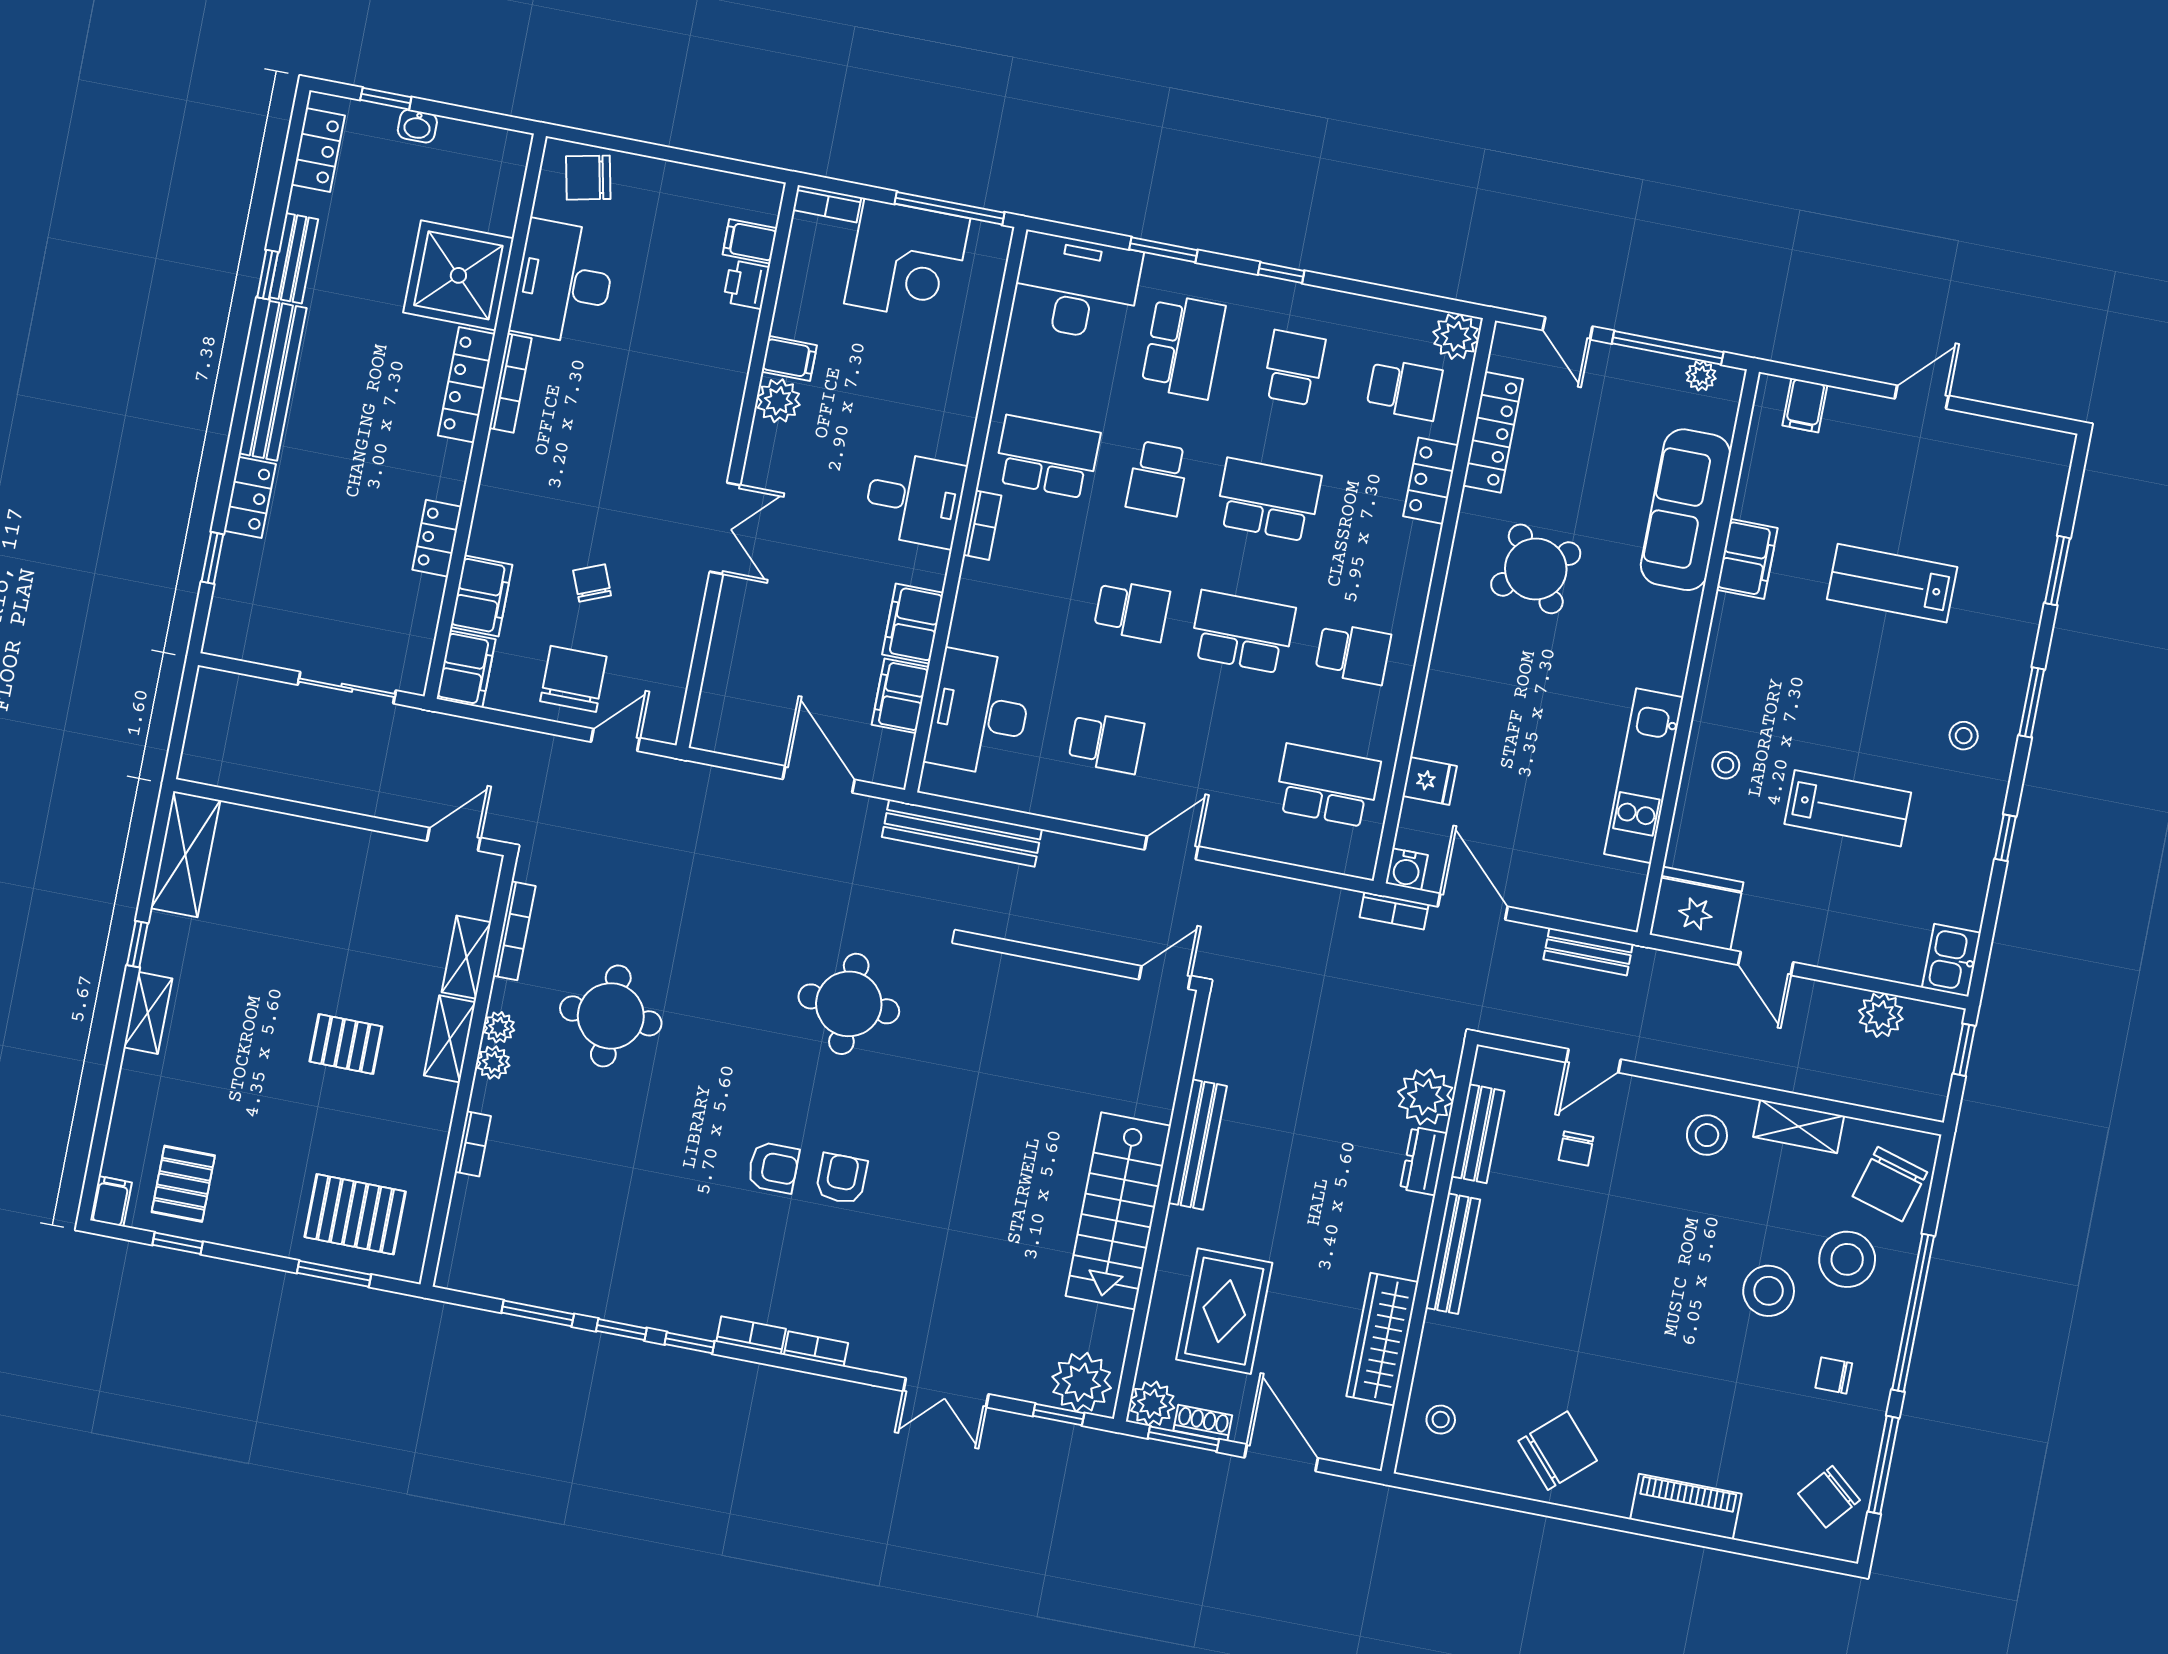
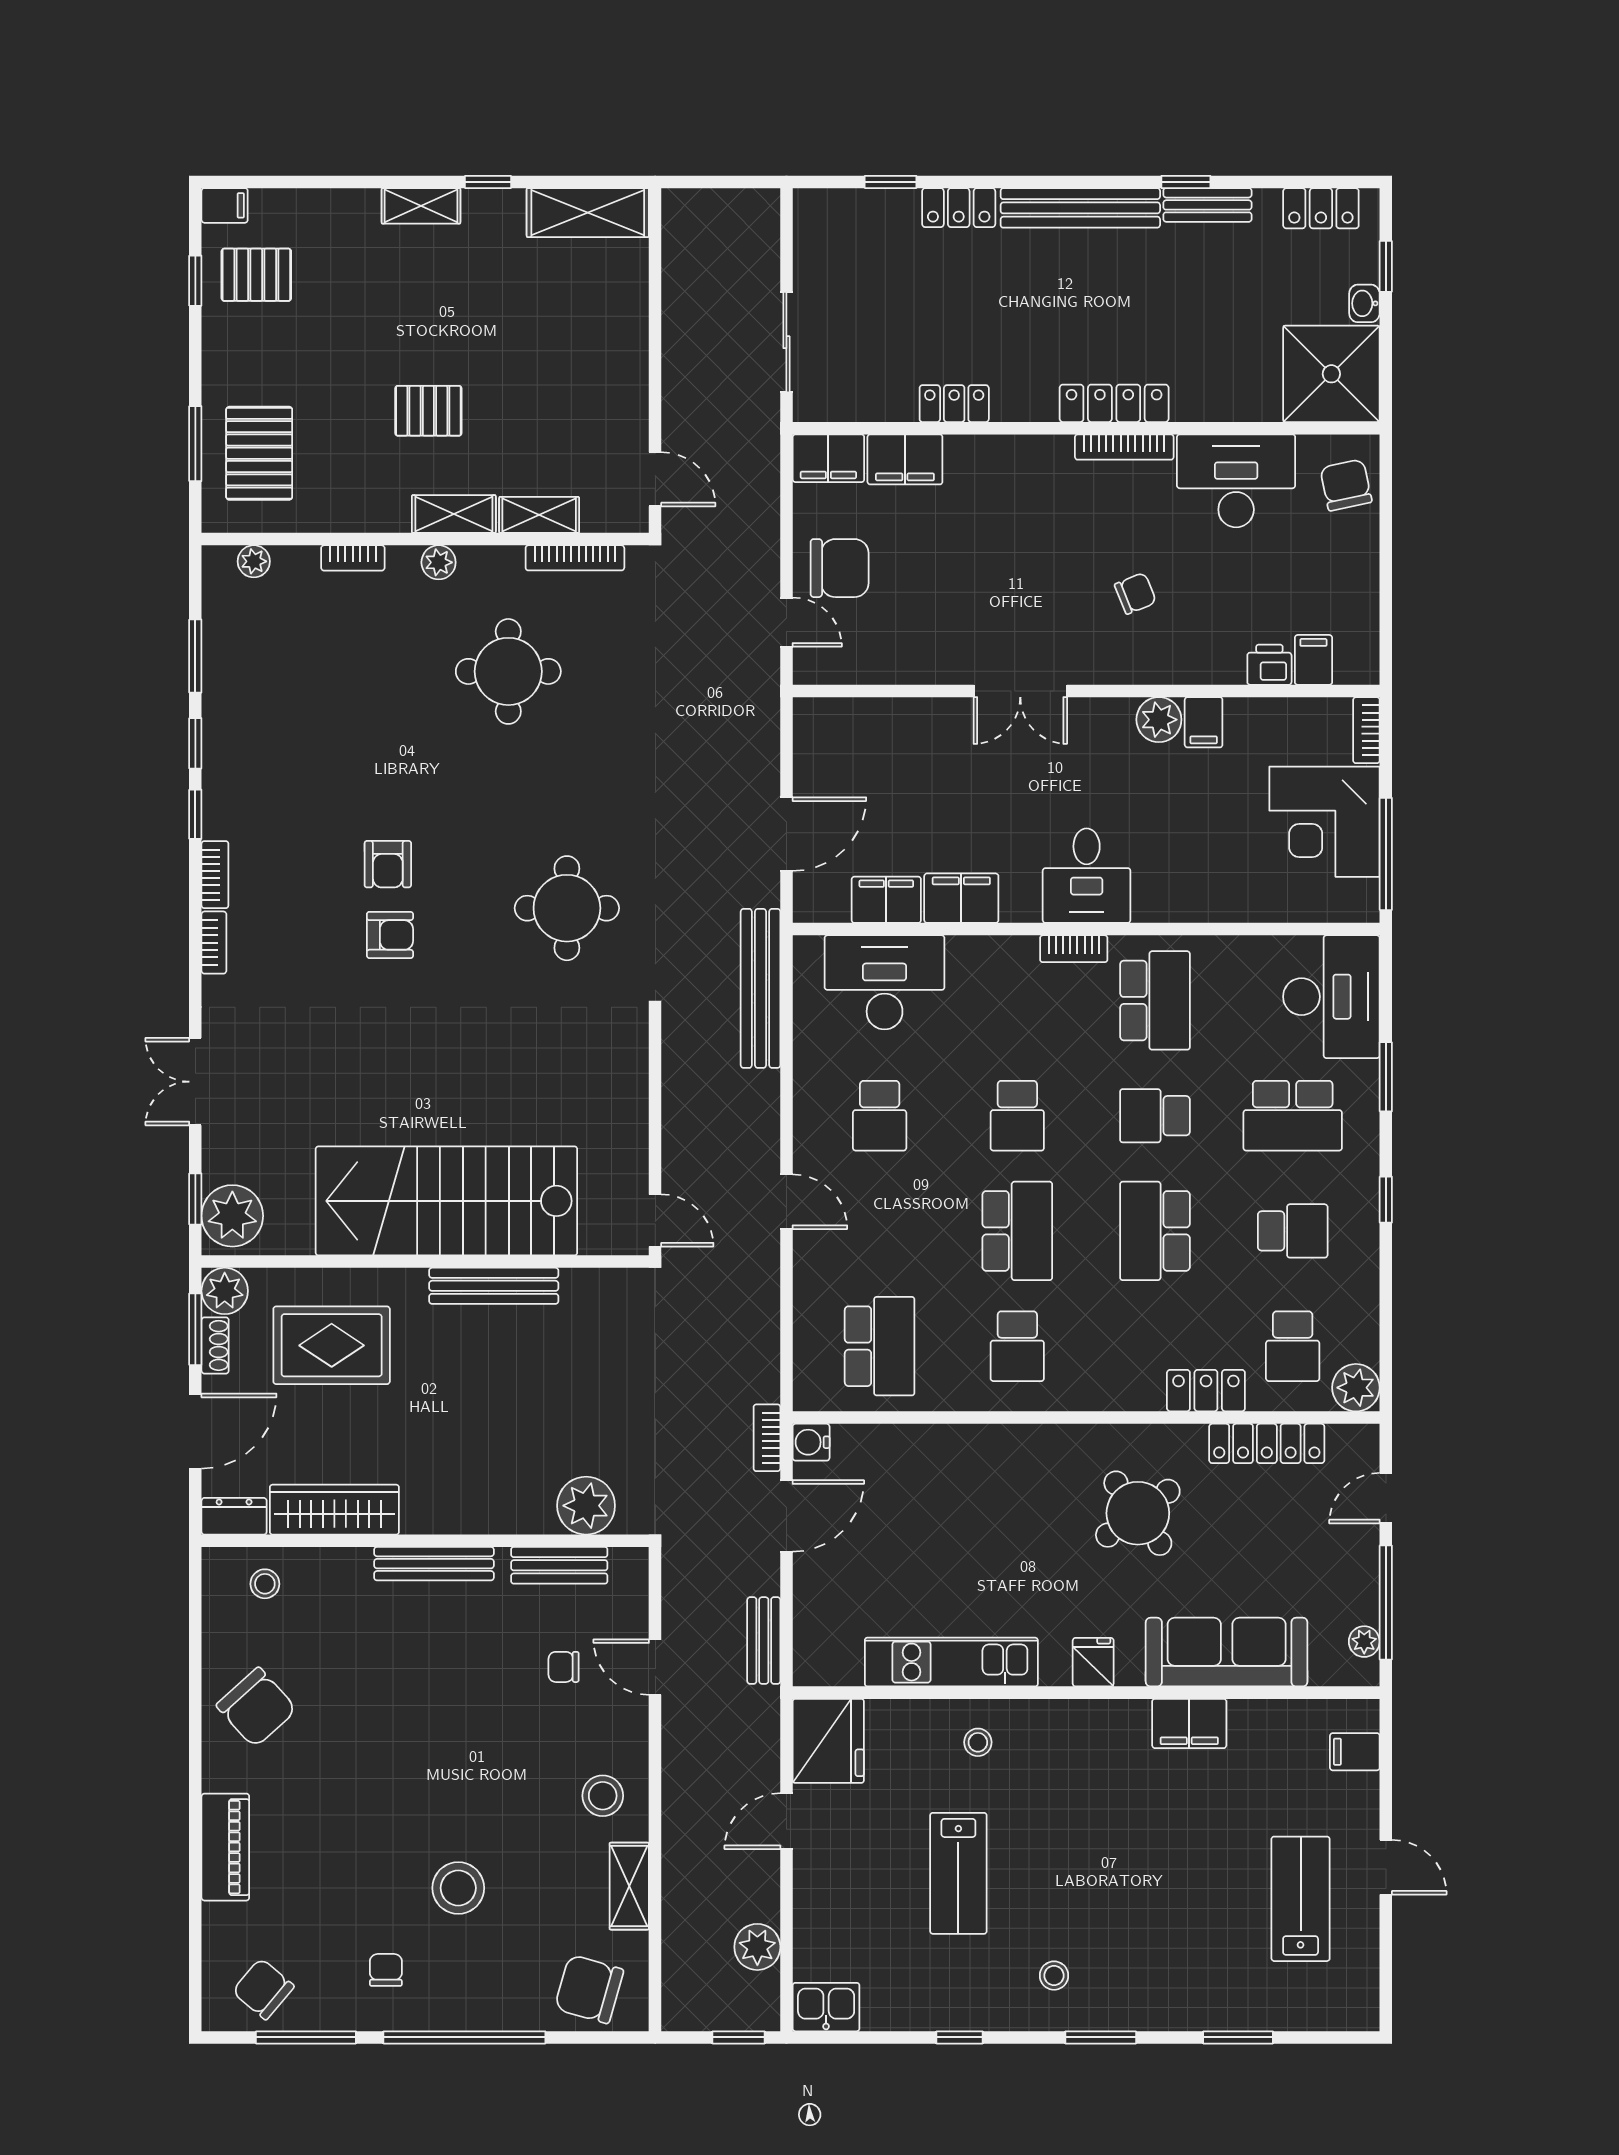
shower: (458, 275) -> (1331, 374), moved
school desk: (1268, 500) -> (1155, 1231), turned 180
chair: (592, 583) -> (1135, 593), moved
lab bench: (1892, 583) -> (1301, 1899), moved
fridge: (1430, 781) -> (1093, 1662), moved, turned 180
plant: (499, 1027) -> (254, 561), moved
pallet: (346, 1044) -> (428, 411), turned 90
dresser: (1424, 1161) -> (234, 1516), moved
stairs: (1118, 1211) -> (446, 1201), width x1.36, depth x1.51
stool: (1847, 1259) -> (505, 1961), removed

